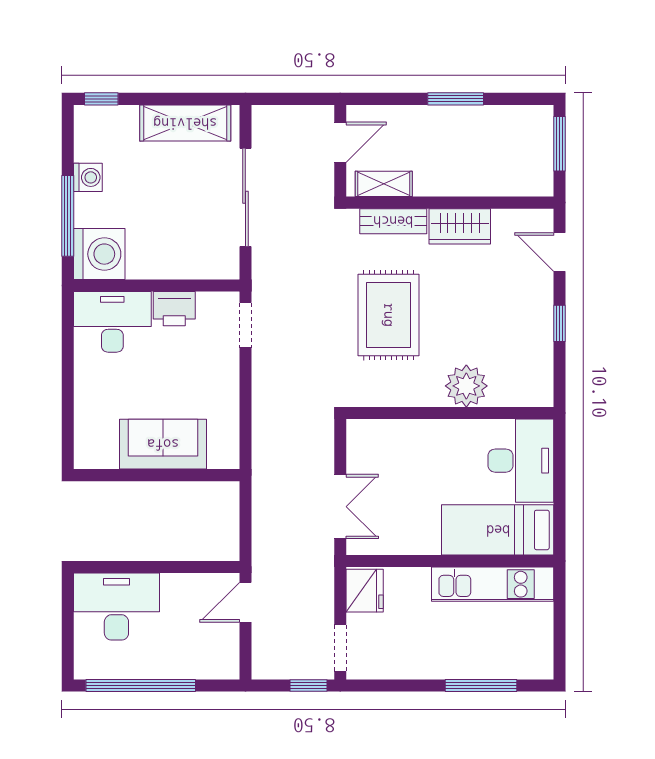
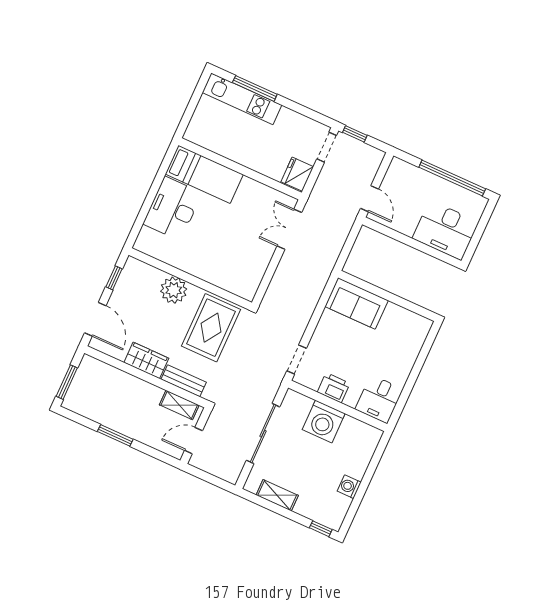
shelving: (185, 123) -> (277, 495), width x0.67, depth x0.75
window: (68, 216) -> (371, 470), removed
door: (560, 252) -> (95, 319), width x1.38
washing machine: (99, 254) -> (324, 421), moved, turned -90
desk: (112, 322) -> (379, 399), width x0.73
plant: (466, 386) -> (174, 290), moved
wall: (450, 413) -> (190, 279), moved
sofa: (163, 444) -> (357, 303), moved
kitchen unit: (493, 584) -> (242, 99), moved, turned 180
door: (245, 602) -> (370, 199), hinge flipped

